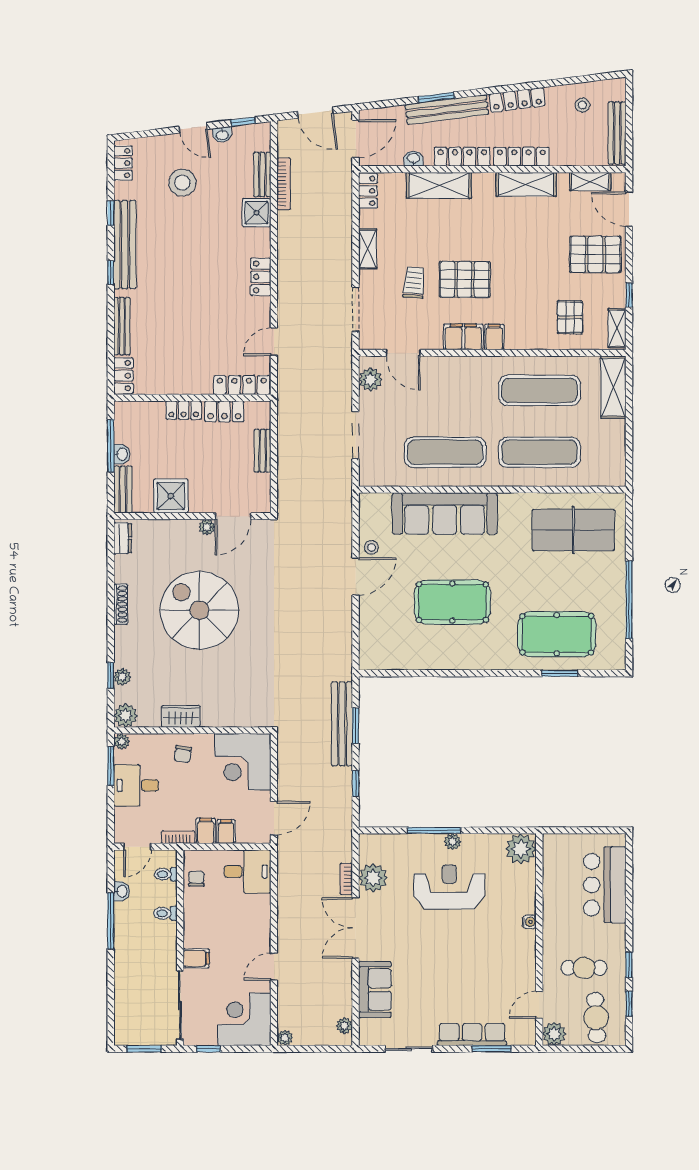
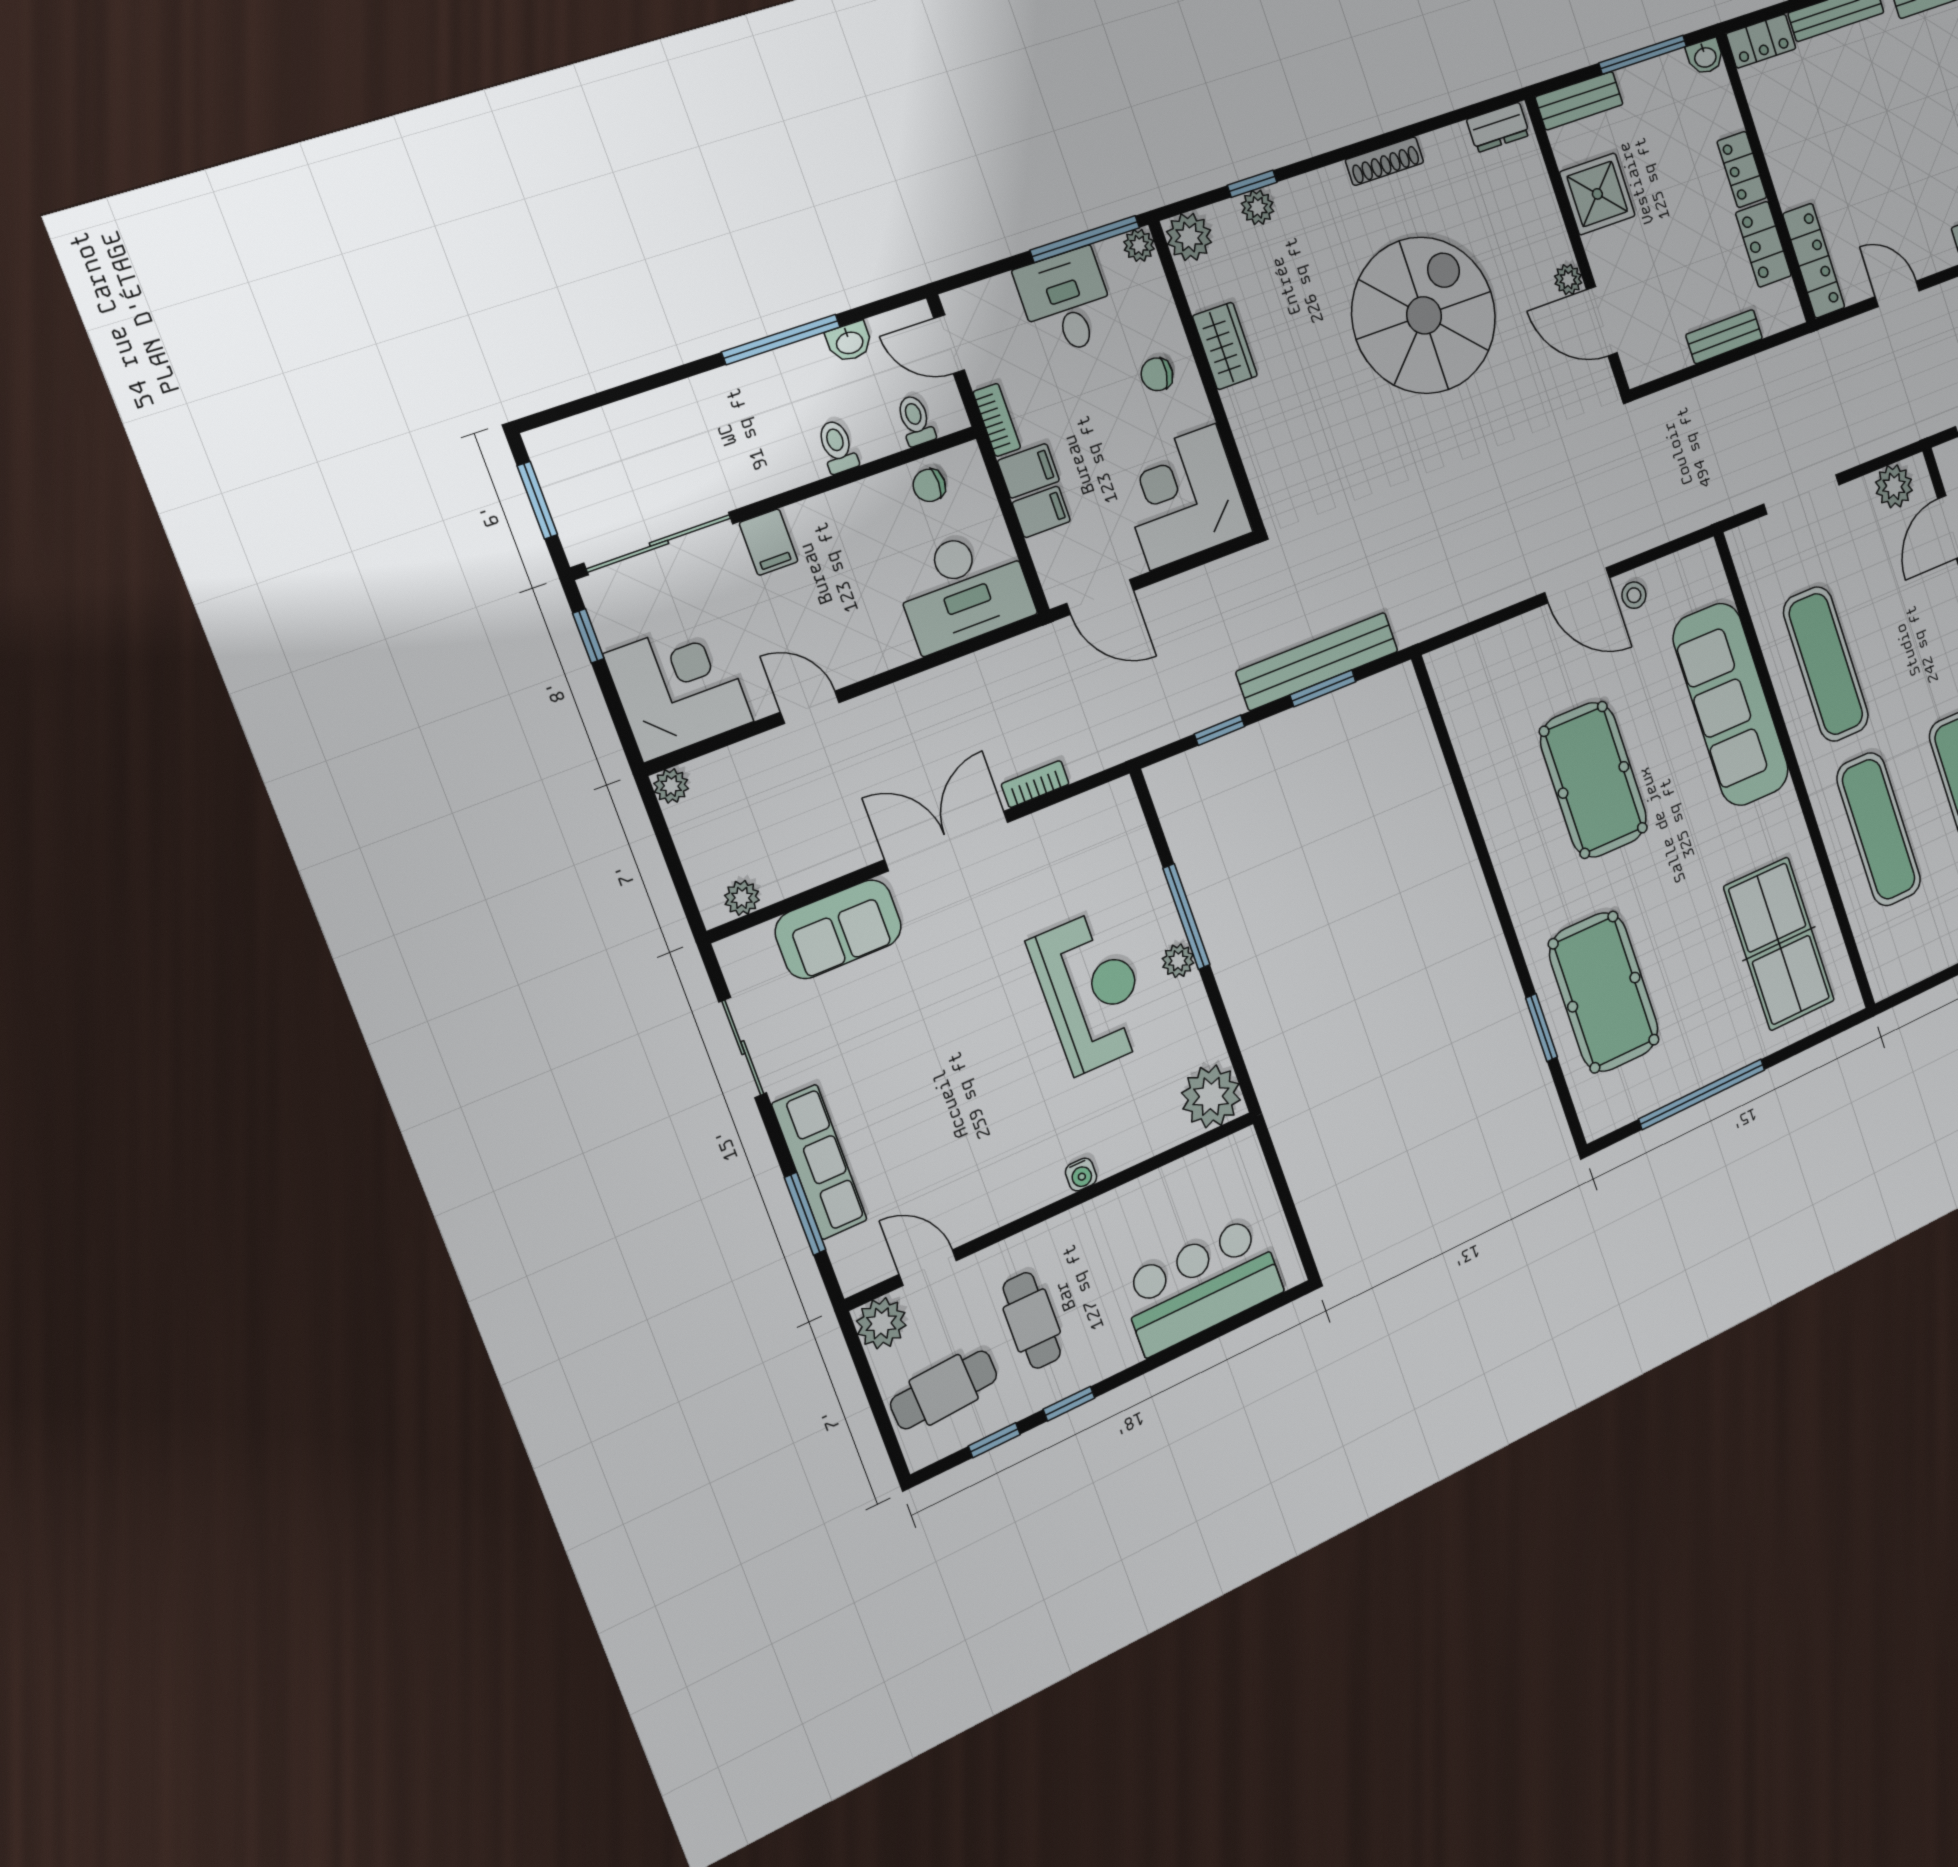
washbasin: (122, 454) -> (1705, 57), moved
window: (111, 766) -> (1085, 239), width x1.44
desk: (247, 872) -> (964, 589), width x1.37
plant: (373, 878) -> (1056, 836), removed
chair: (196, 879) -> (929, 485), turned 180

